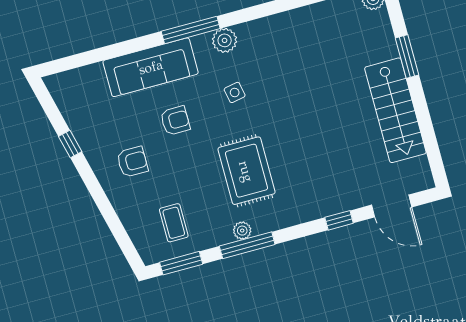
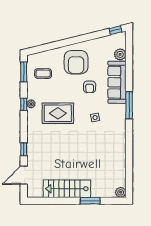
plant: (225, 40) -> (120, 54), moved
window: (70, 144) -> (115, 30), moved
armchair: (132, 162) -> (76, 62), width x1.88, depth x1.88
window: (247, 245) -> (24, 104), width x0.46

